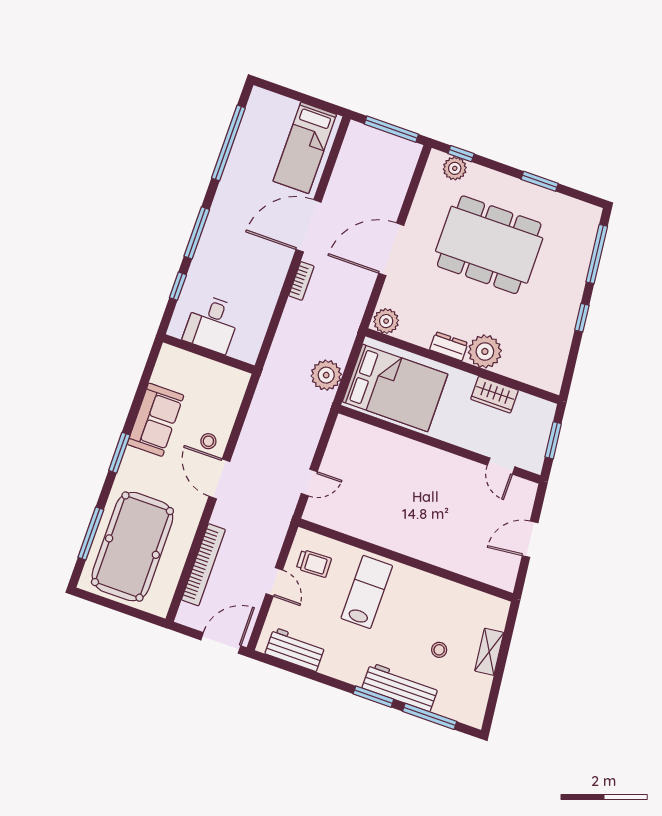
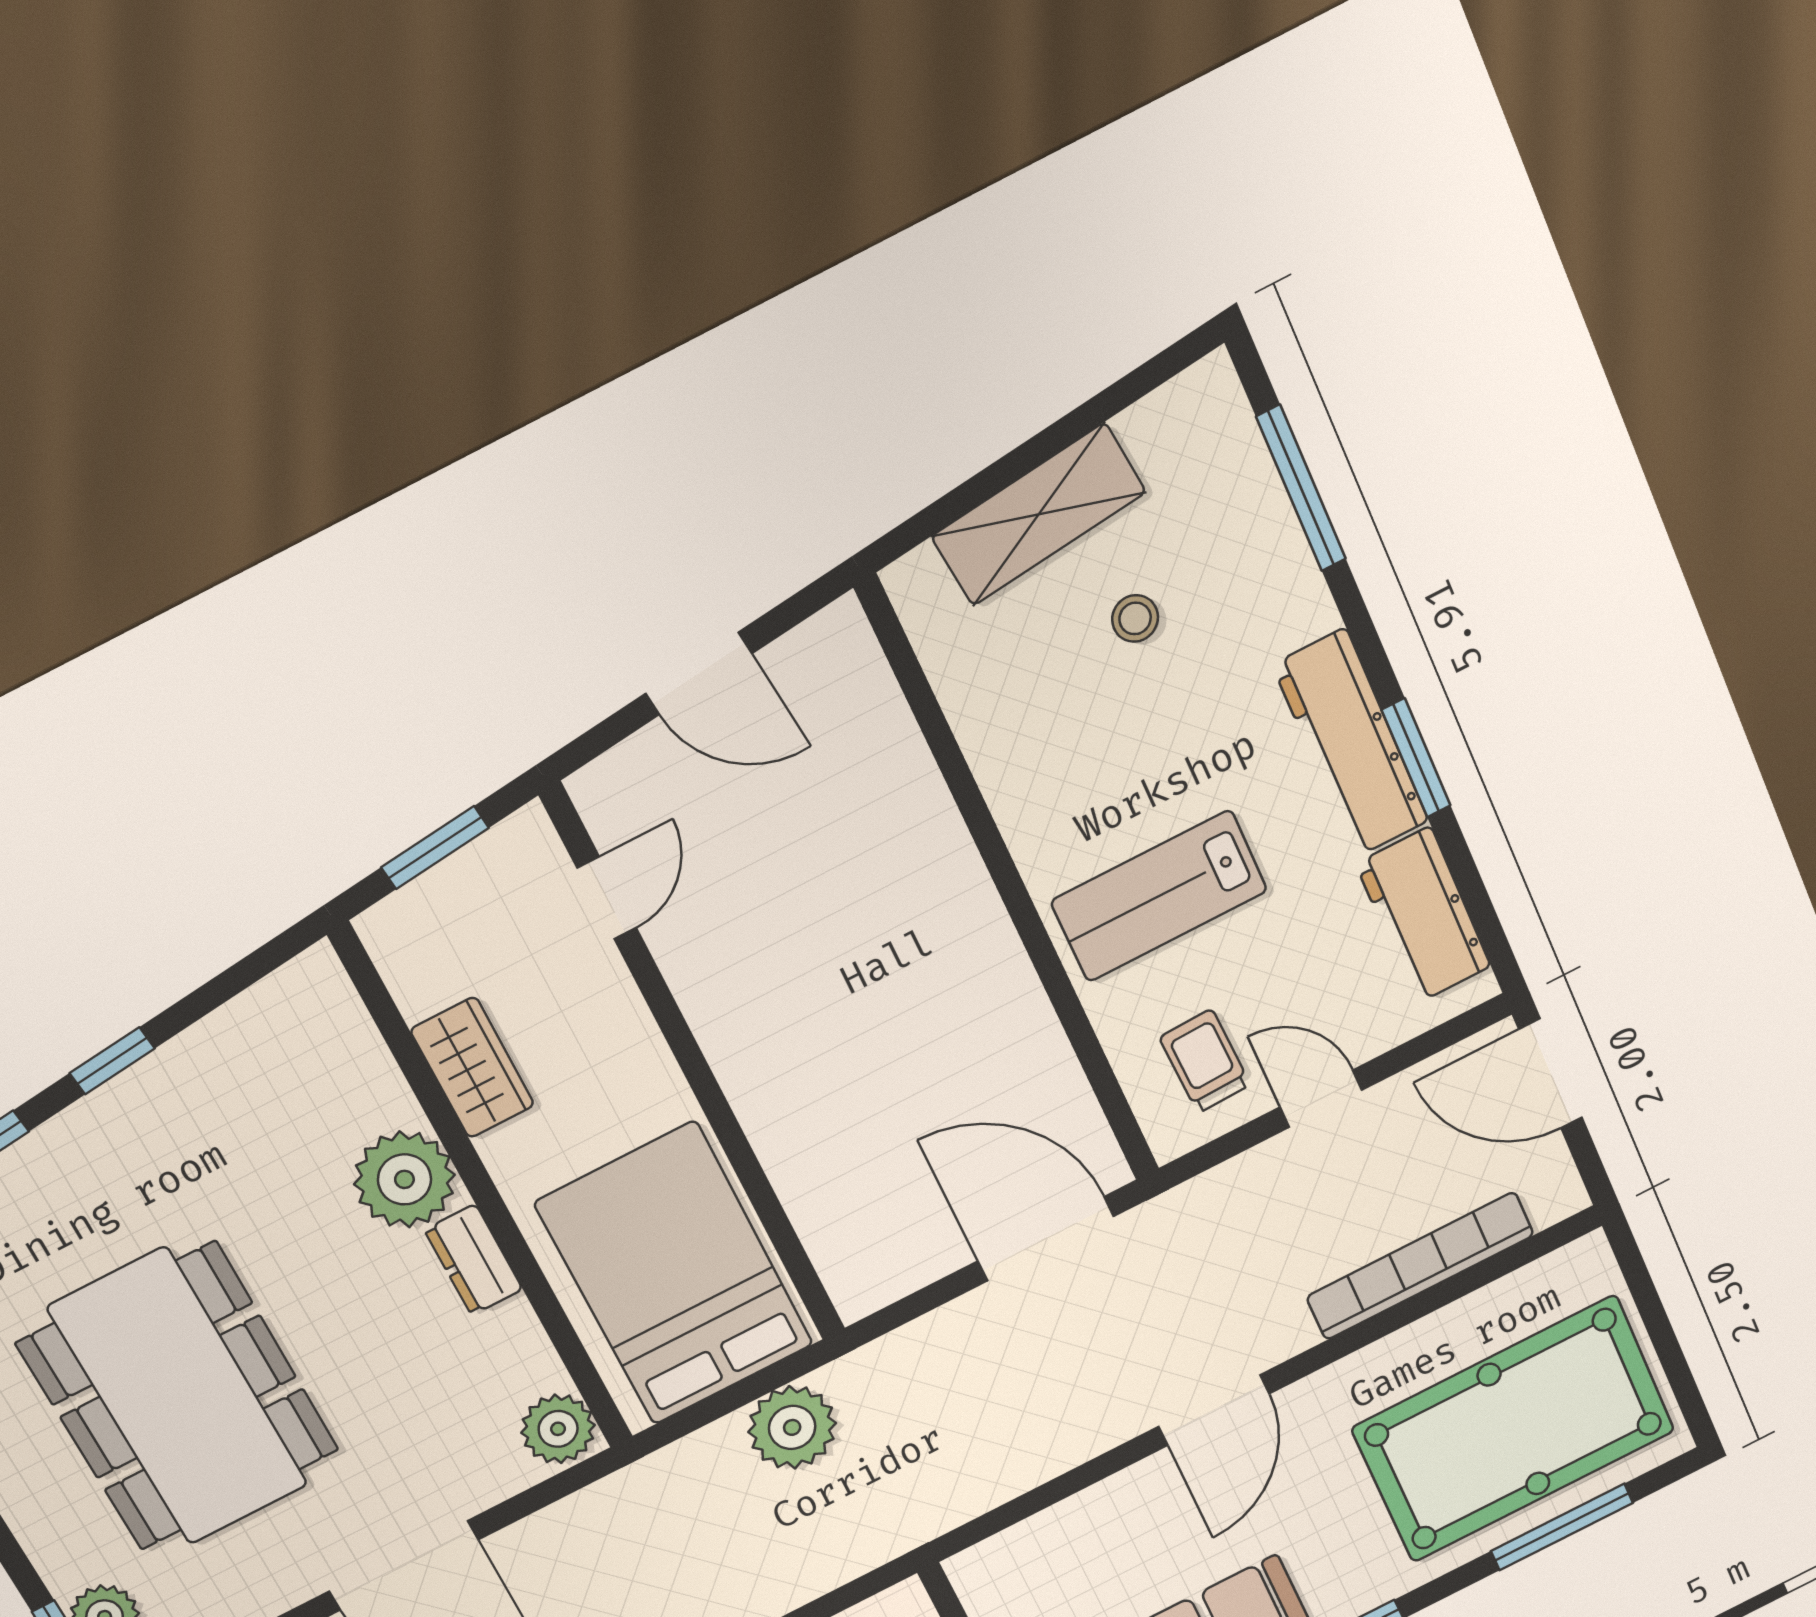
stool: (208, 441) -> (1159, 1504), removed
door: (309, 483) -> (1046, 1239), width x1.88
door: (274, 582) -> (1321, 1099), hinge flipped
shelving: (489, 652) -> (1039, 514), width x1.50, depth x1.33
workbench: (400, 687) -> (1351, 743), moved
window: (373, 697) -> (1416, 758), moved

